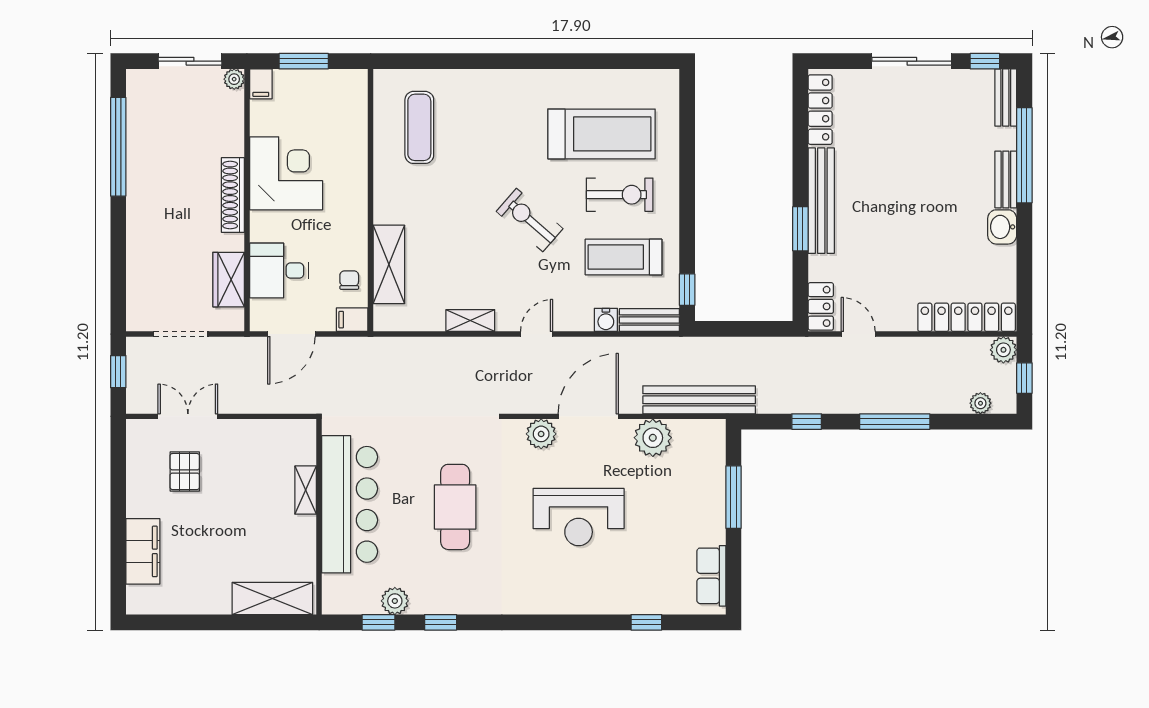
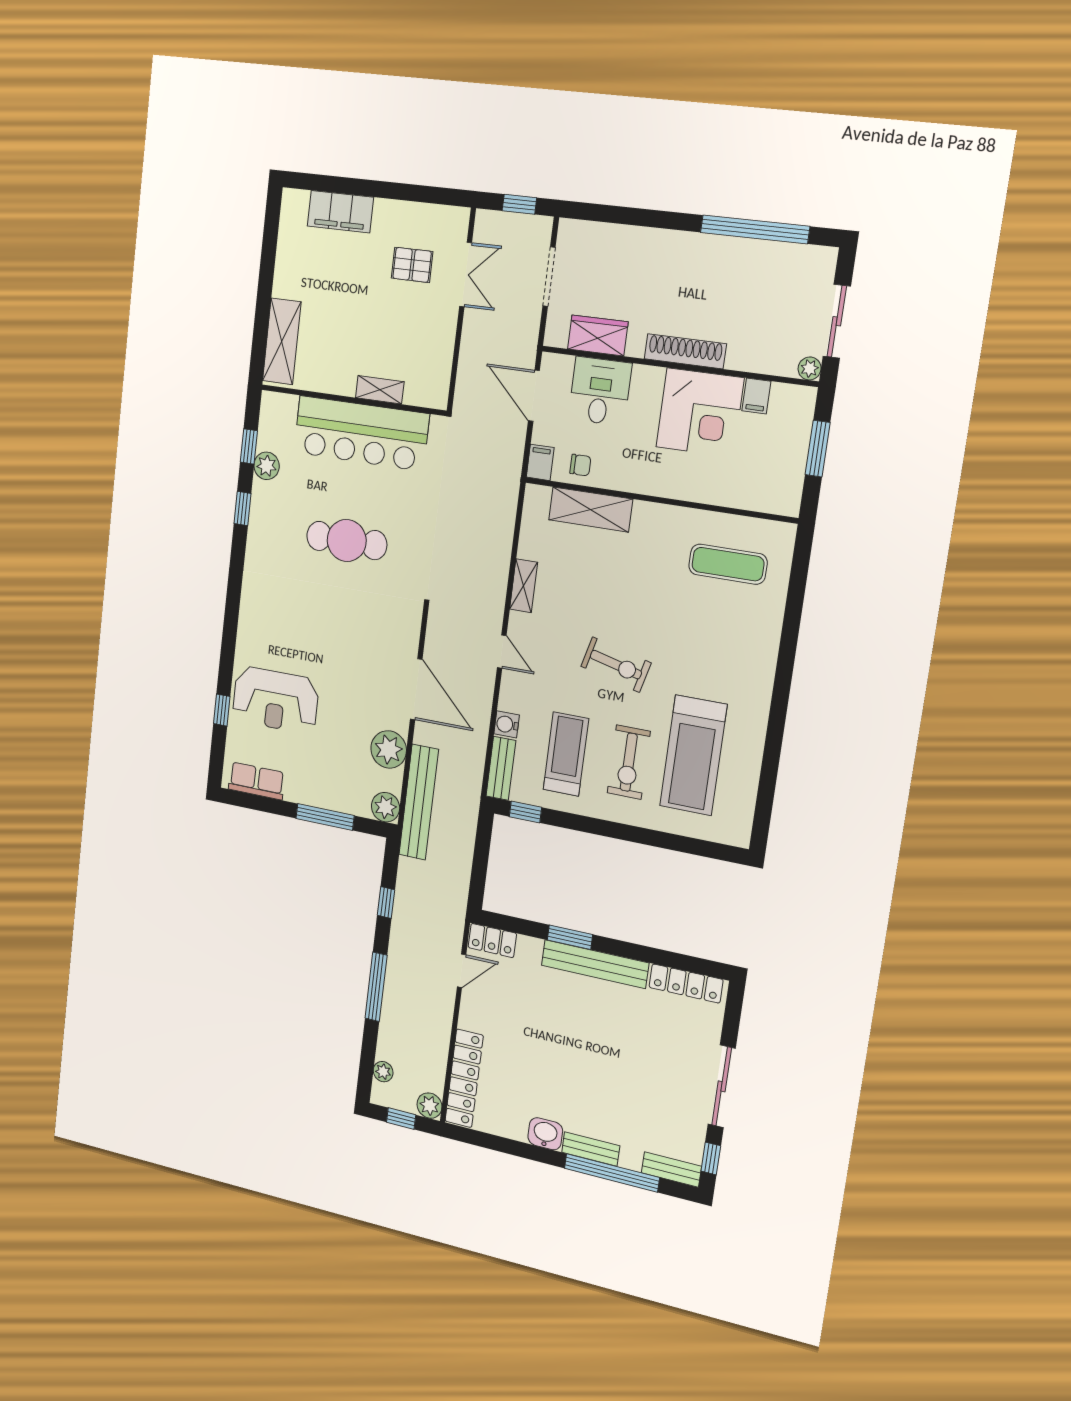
filing cabinet: (261, 84) -> (756, 396), moved, turned -90
exercise bike: (530, 220) -> (616, 665), turned 63
plant: (541, 434) -> (385, 807), moved
reception desk: (579, 517) -> (275, 700), moved, turned -90

